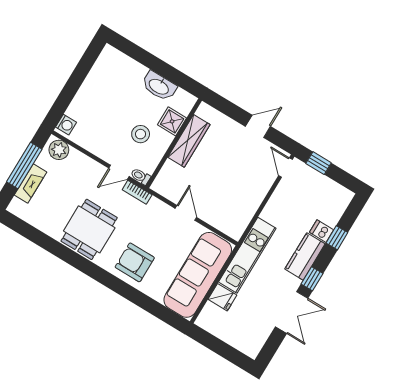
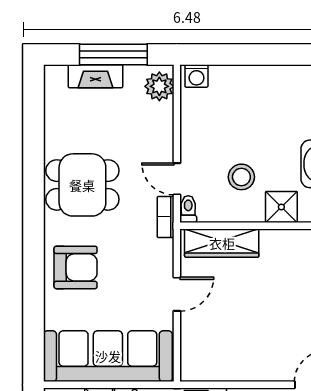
wardrobe: (189, 141) -> (222, 243), moved
armchair: (135, 262) -> (76, 267), turned 90

